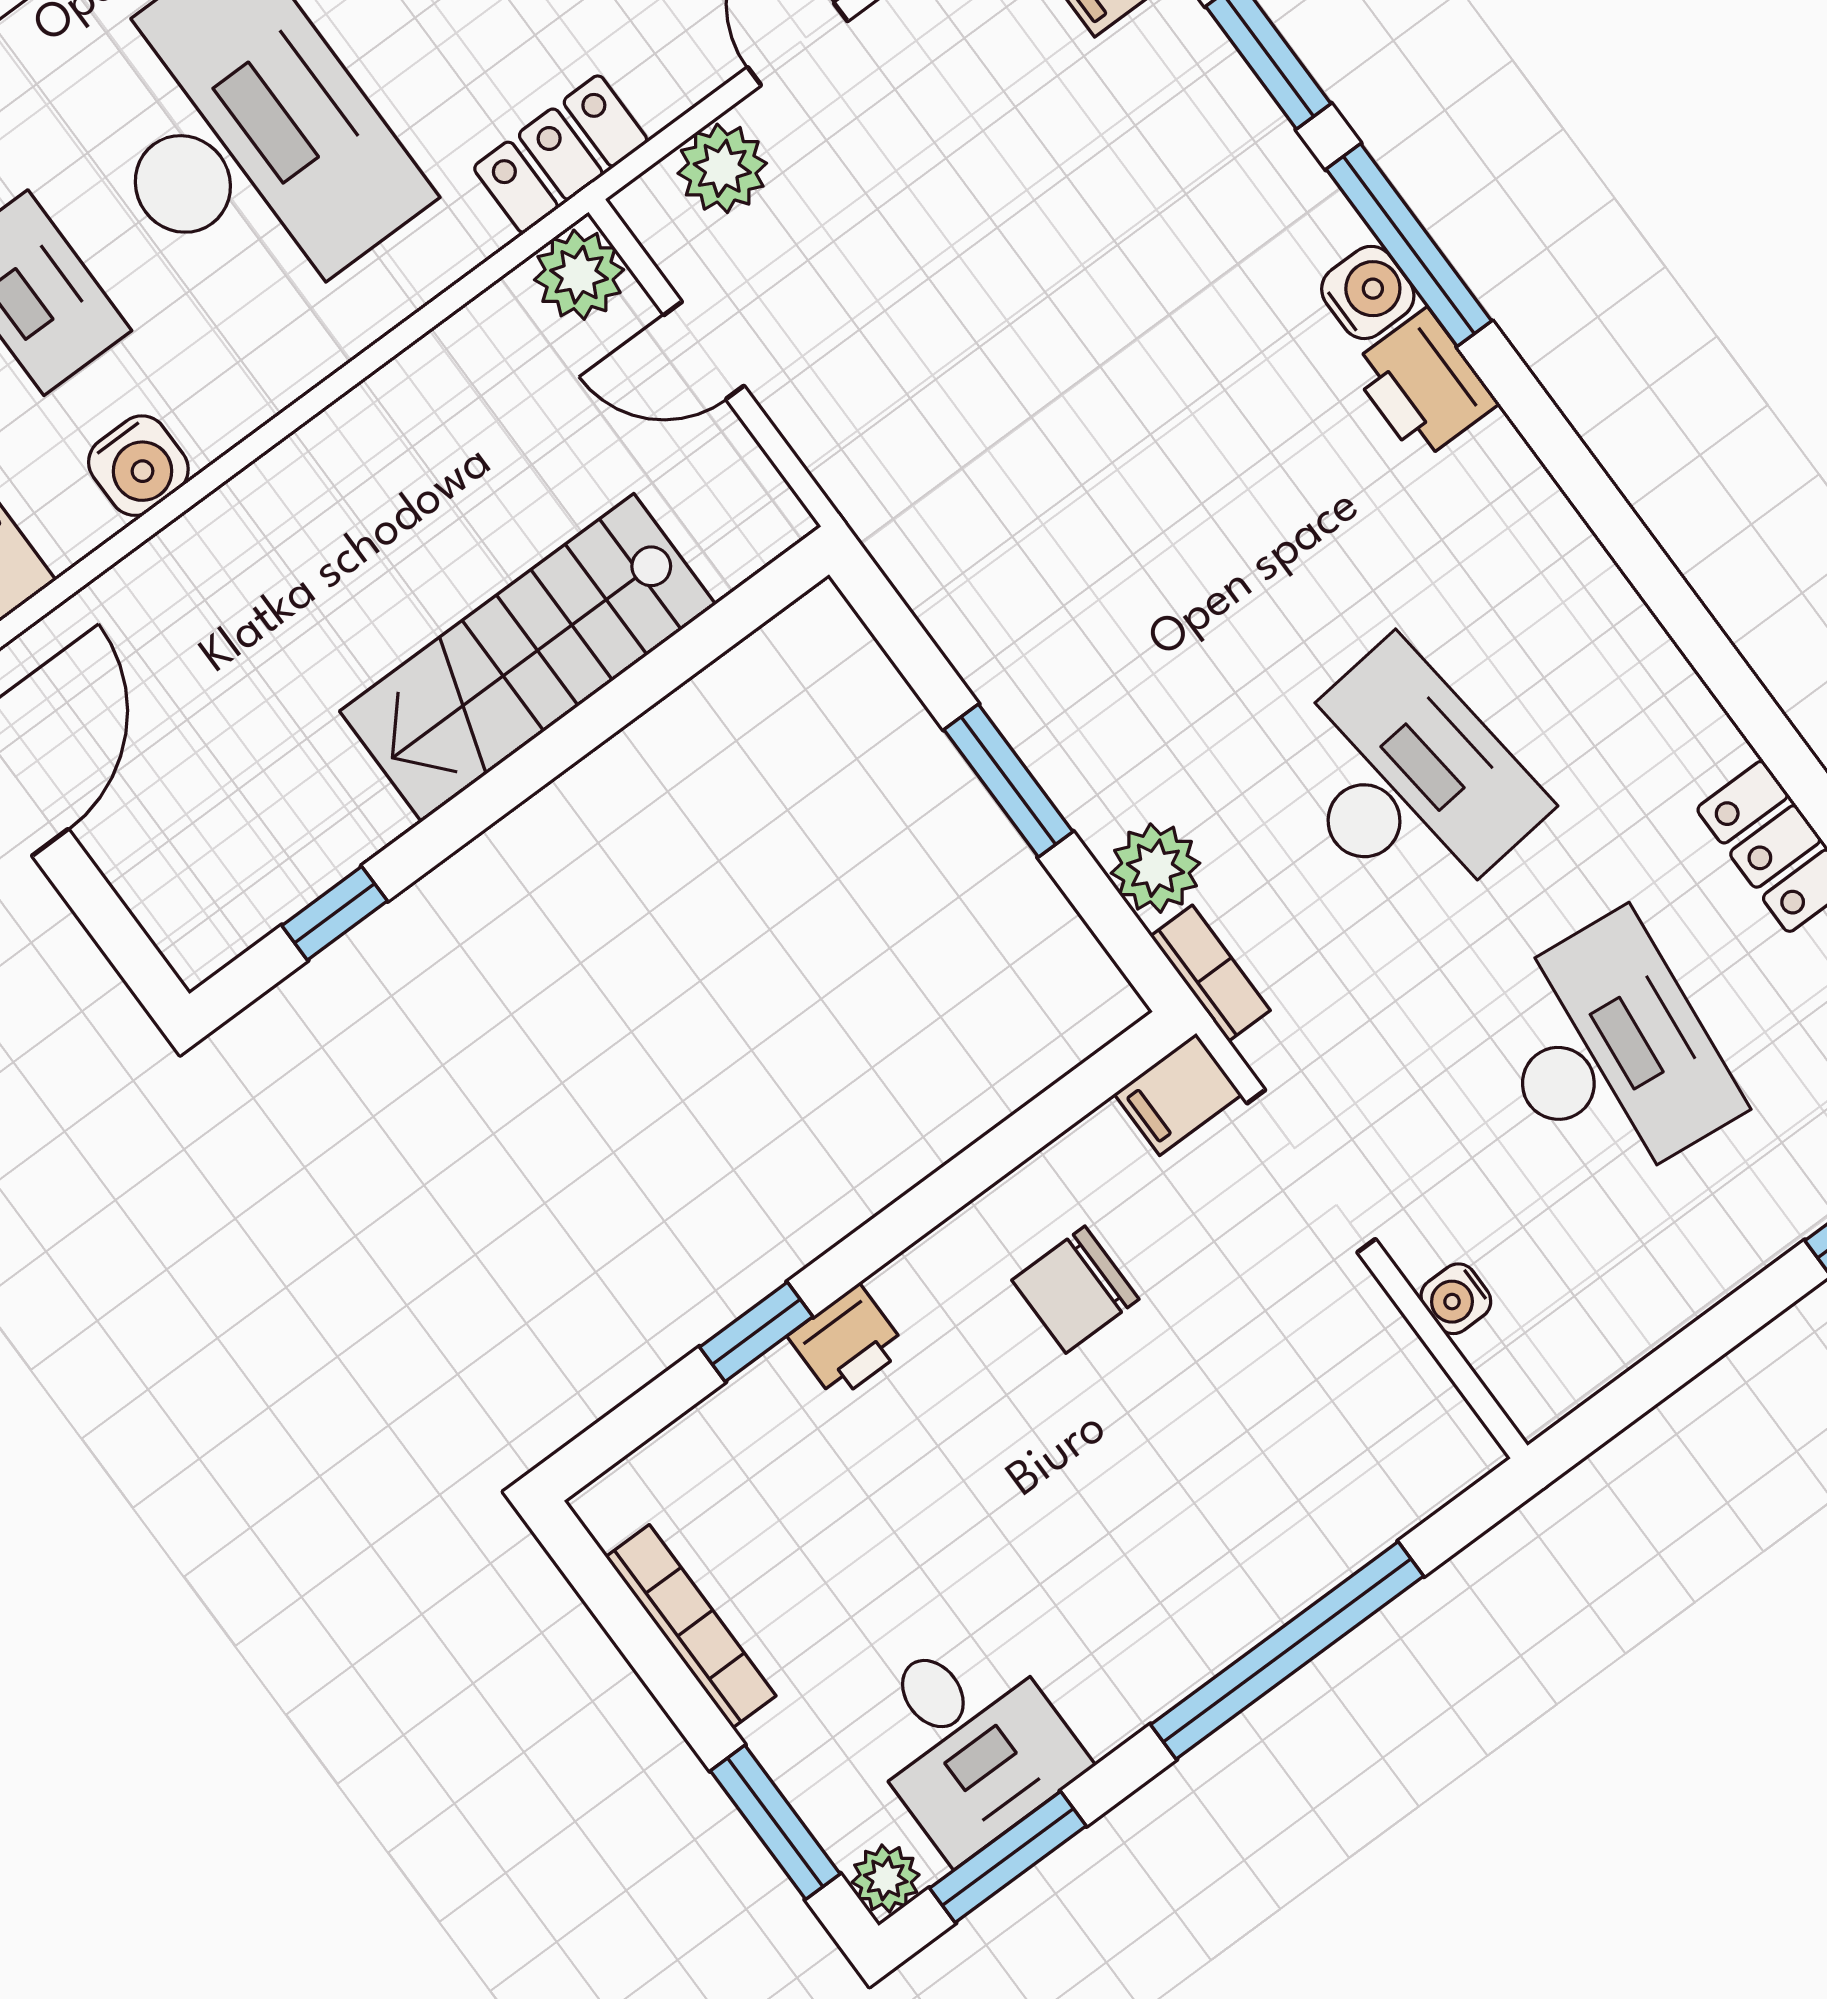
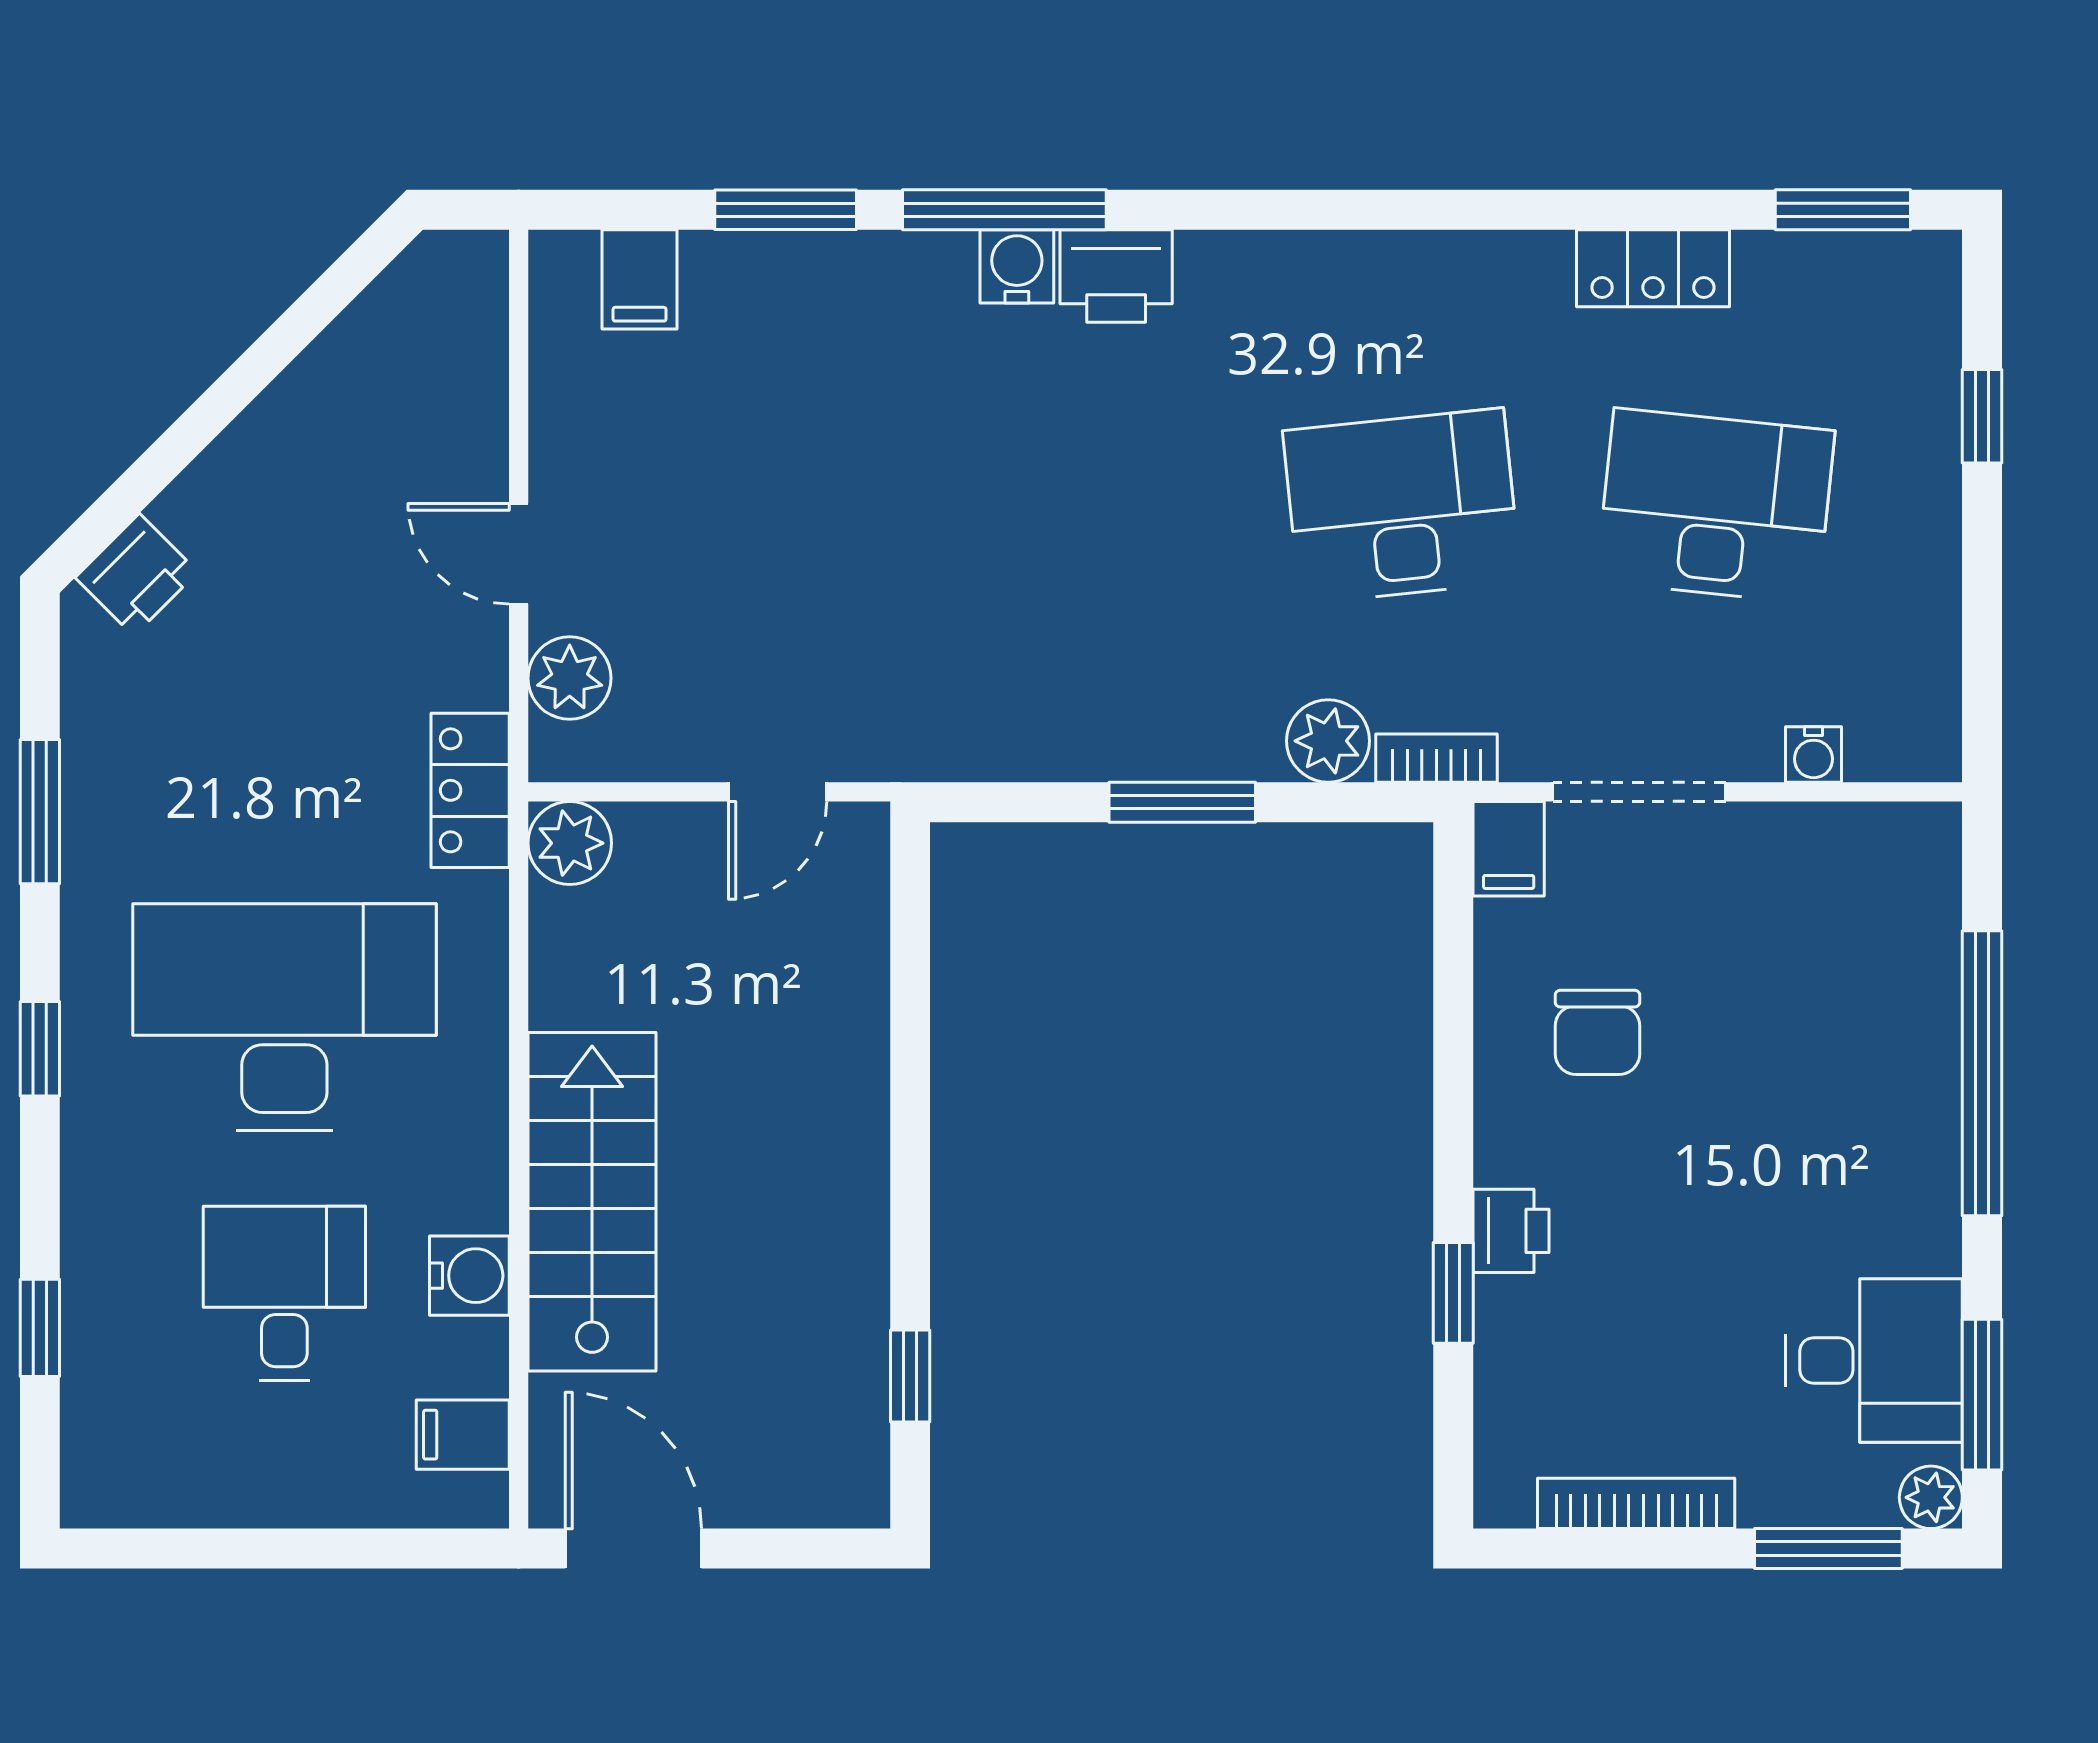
door: (704, 350) -> (778, 792), moved
stairs: (528, 658) -> (592, 1202), moved, turned 180

